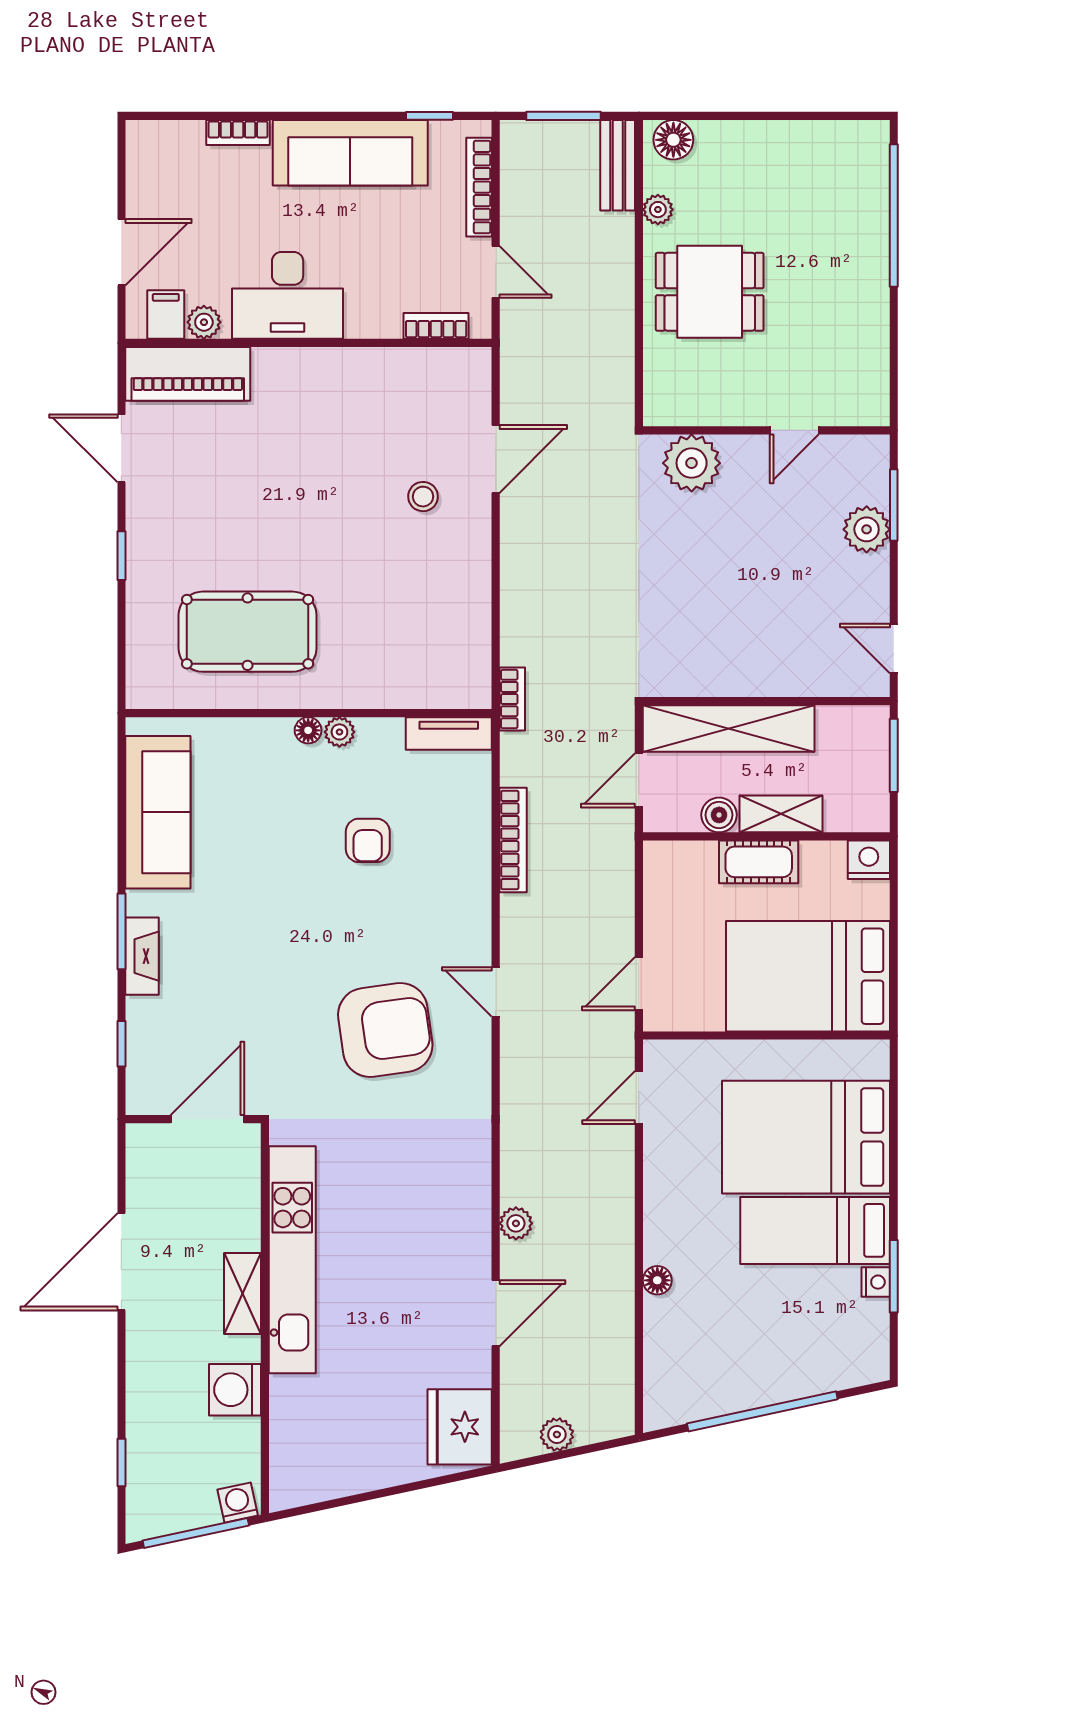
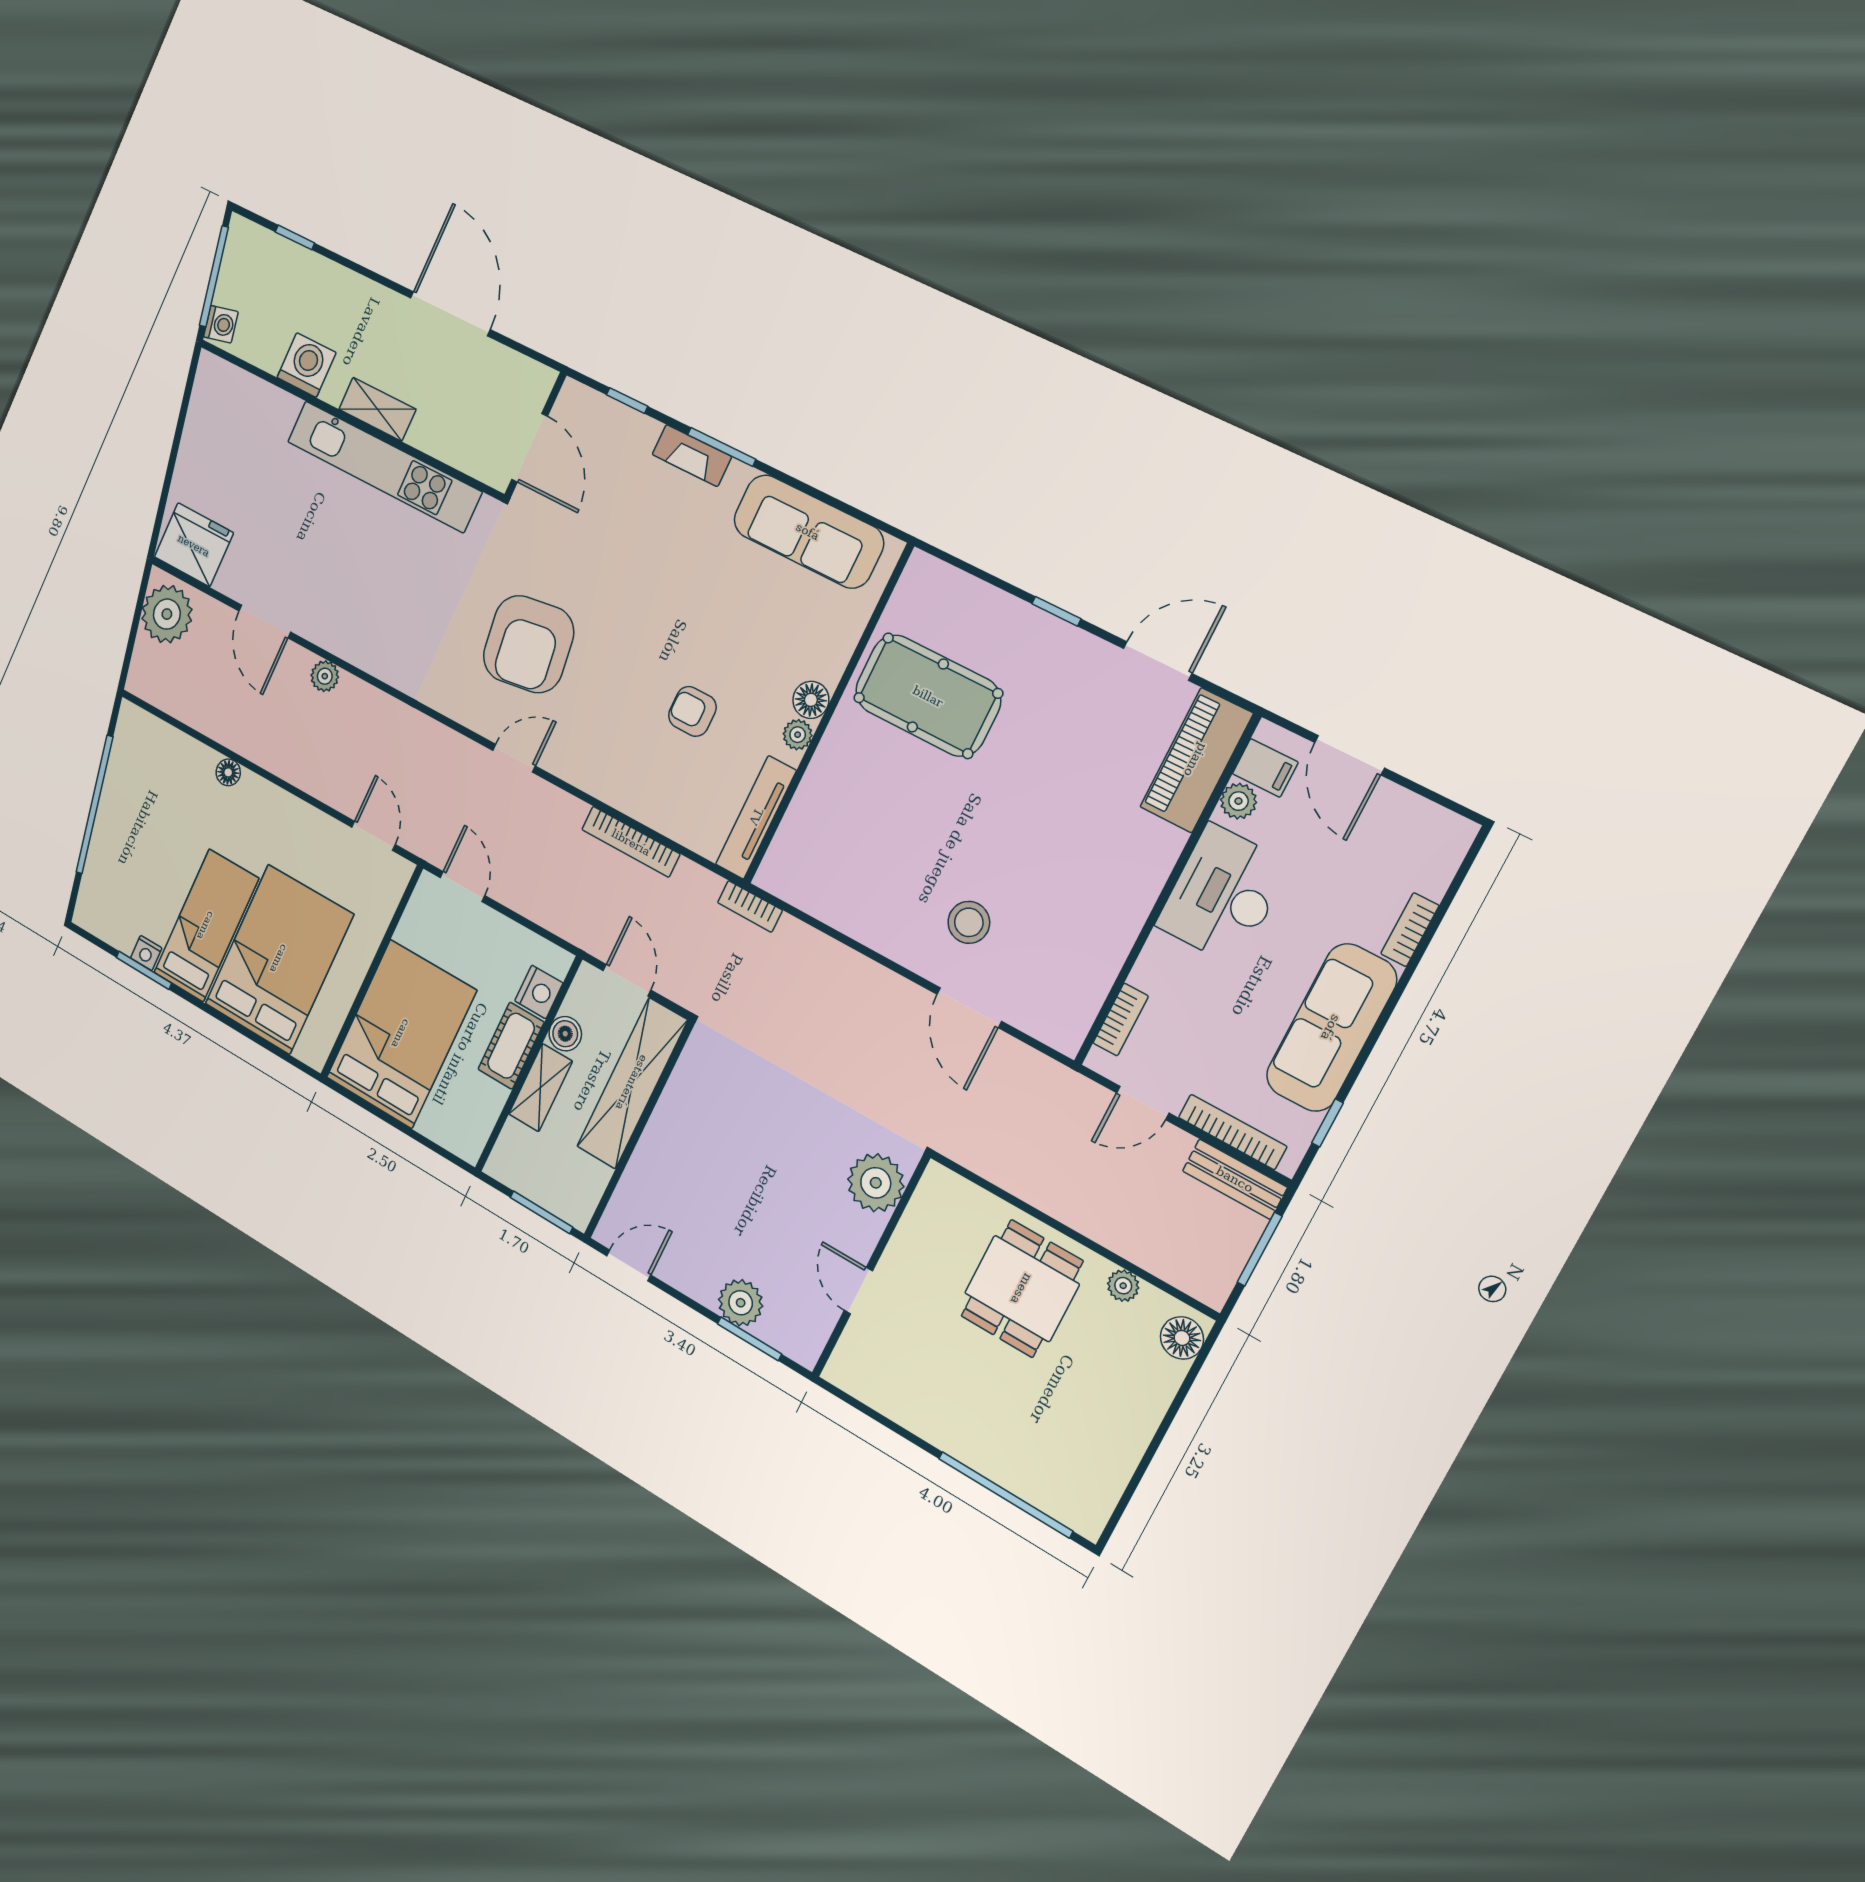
bench: (618, 165) -> (1235, 1179), moved
stool: (423, 497) -> (969, 922), width x1.37, depth x1.37
pool table: (248, 632) -> (928, 696), turned 90
floor lamp: (308, 730) -> (811, 700), width x1.37, depth x1.37
tv unit: (449, 733) -> (756, 817), width x1.41
nightstand: (869, 860) -> (539, 992), moved
plant: (557, 1434) -> (167, 614), width x1.87, depth x1.87

